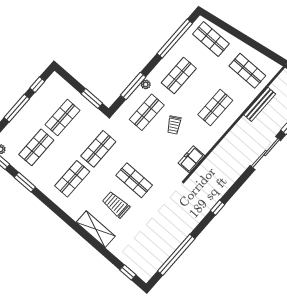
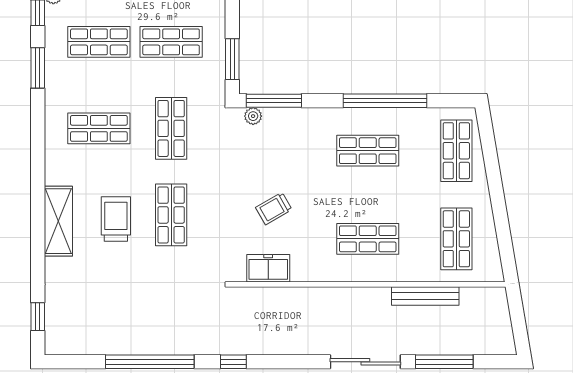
window: (175, 39) -> (385, 101), moved
plant: (146, 84) -> (253, 116), moved
window: (133, 86) -> (274, 101), moved
shop shelf: (147, 112) -> (279, 151), removed
trolley: (174, 125) -> (274, 209), moved
shop shelf: (98, 149) -> (171, 128), turned 90
window: (176, 255) -> (150, 362), moved

